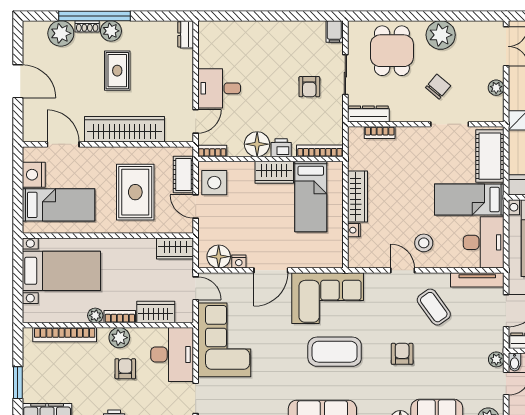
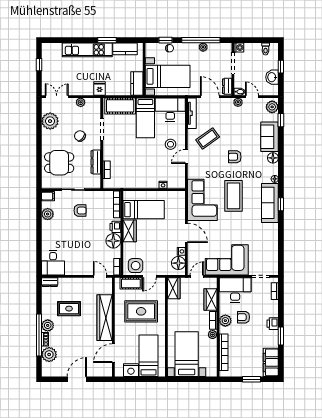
plant: (303, 31) -> (48, 214), added
plant: (441, 35) -> (50, 121), moved
rug: (117, 71) -> (69, 309), moved
desk: (219, 88) -> (53, 263), moved
dresser: (368, 114) -> (96, 162), moved
wardrobe: (357, 196) -> (144, 183), removed

